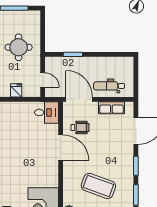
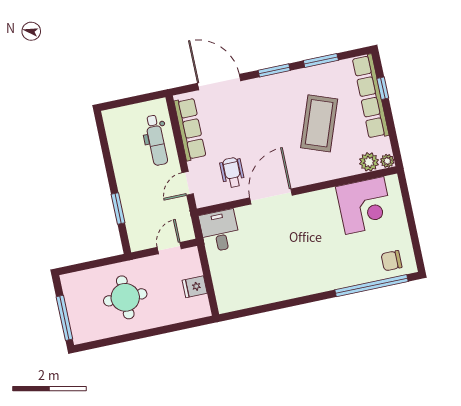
door: (79, 99) -> (188, 183), width x0.53
row of seats: (111, 108) -> (190, 129), width x1.48

